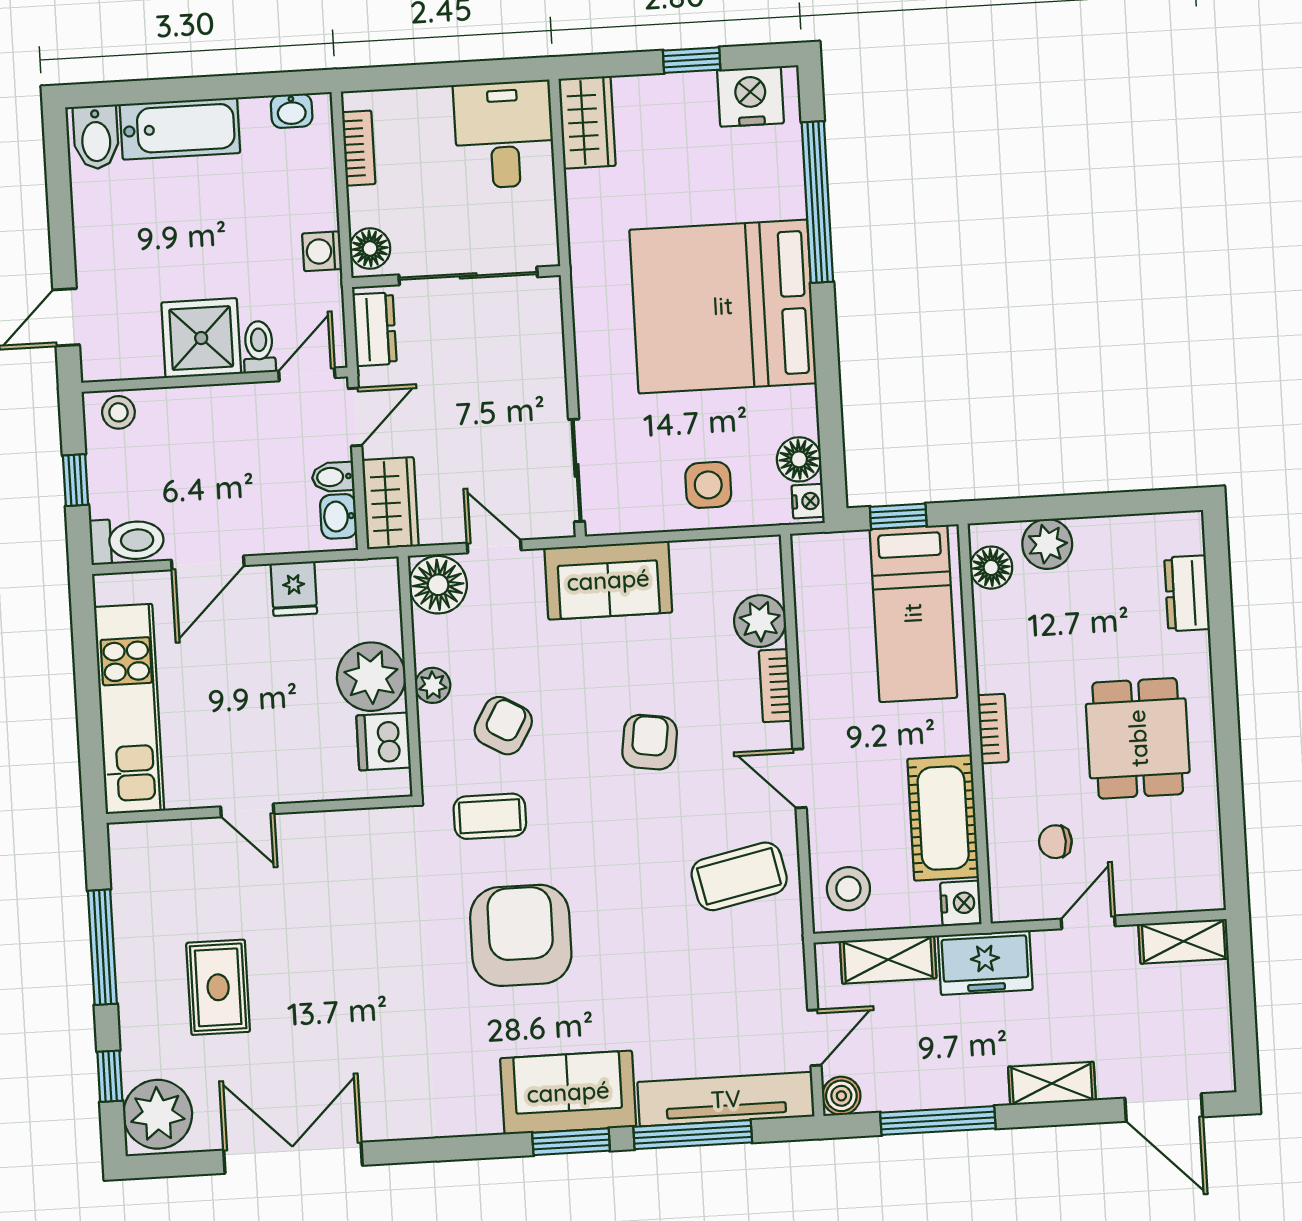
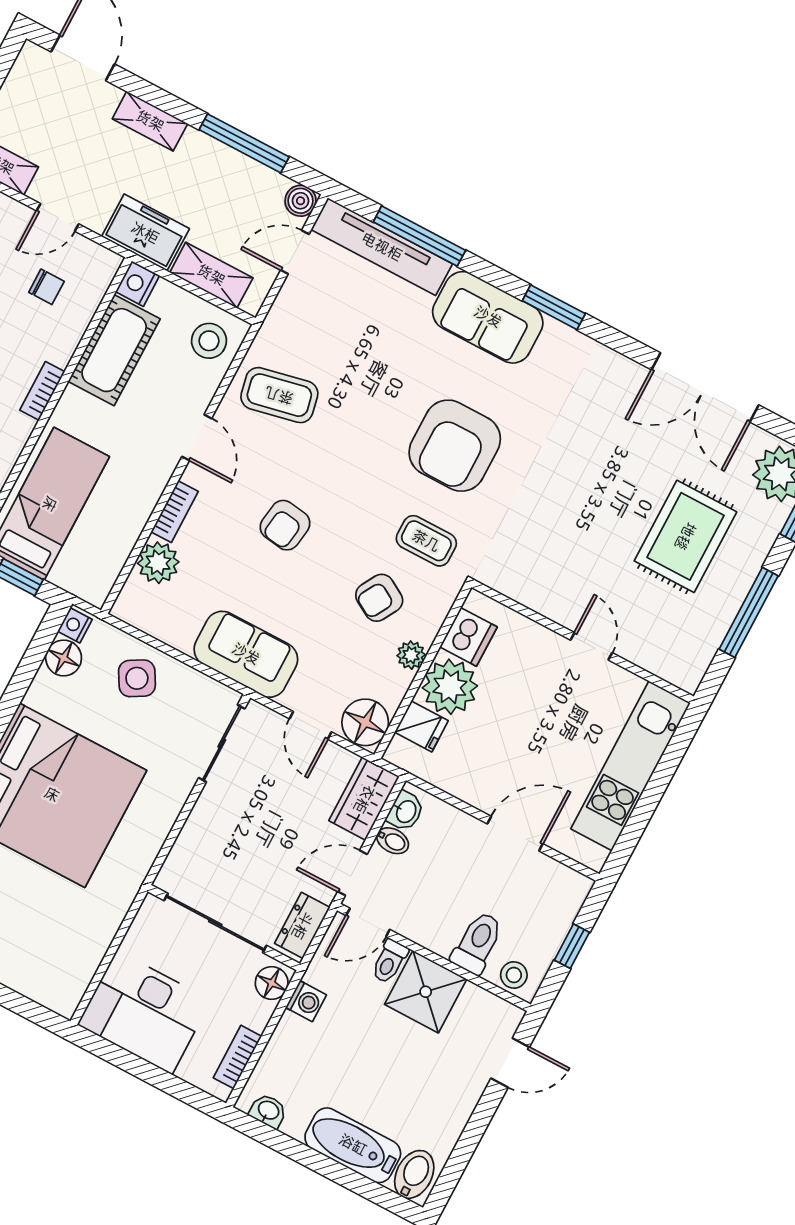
wardrobe: (587, 122) -> (69, 979), removed
desk: (504, 135) -> (144, 1012), width x1.37
side table: (708, 485) -> (137, 678), turned -30
toilet: (127, 541) -> (477, 943), moved, turned 90
fridge: (294, 589) -> (421, 726), moved, turned 90
rug: (218, 987) -> (685, 536), width x1.36, depth x1.43
window: (571, 1142) -> (554, 307), moved

